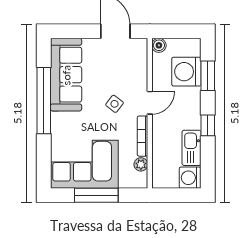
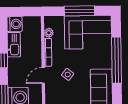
window: (44, 101) -> (117, 60), moved

